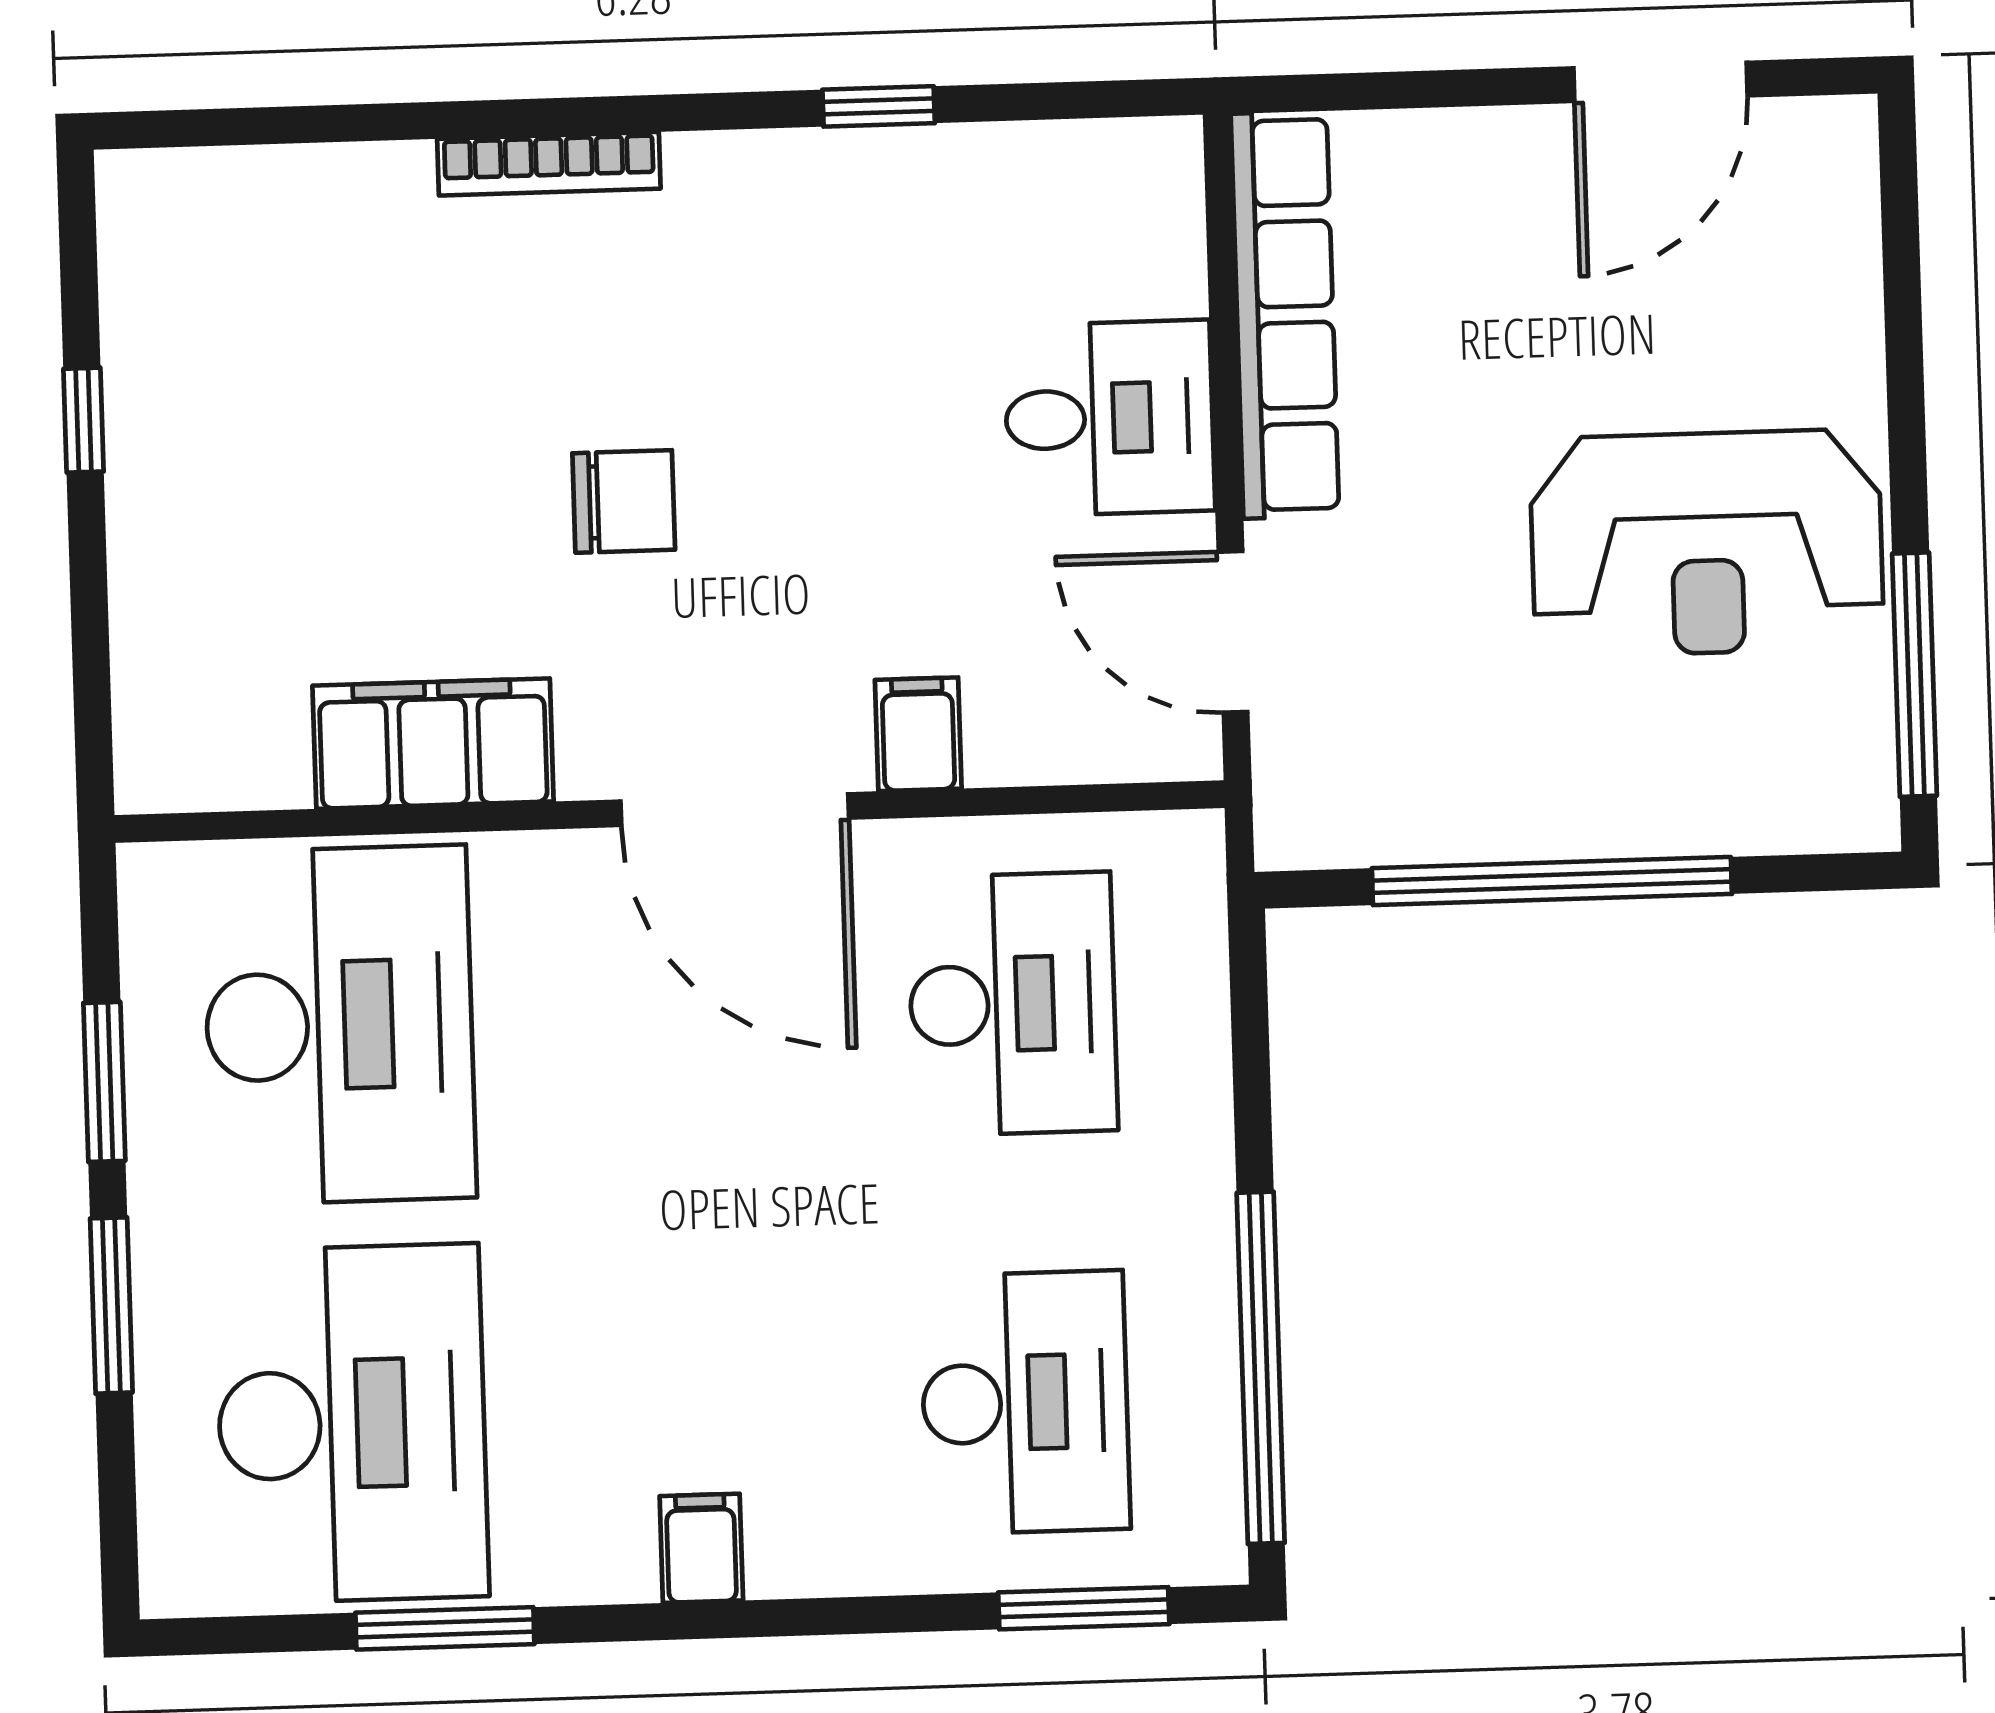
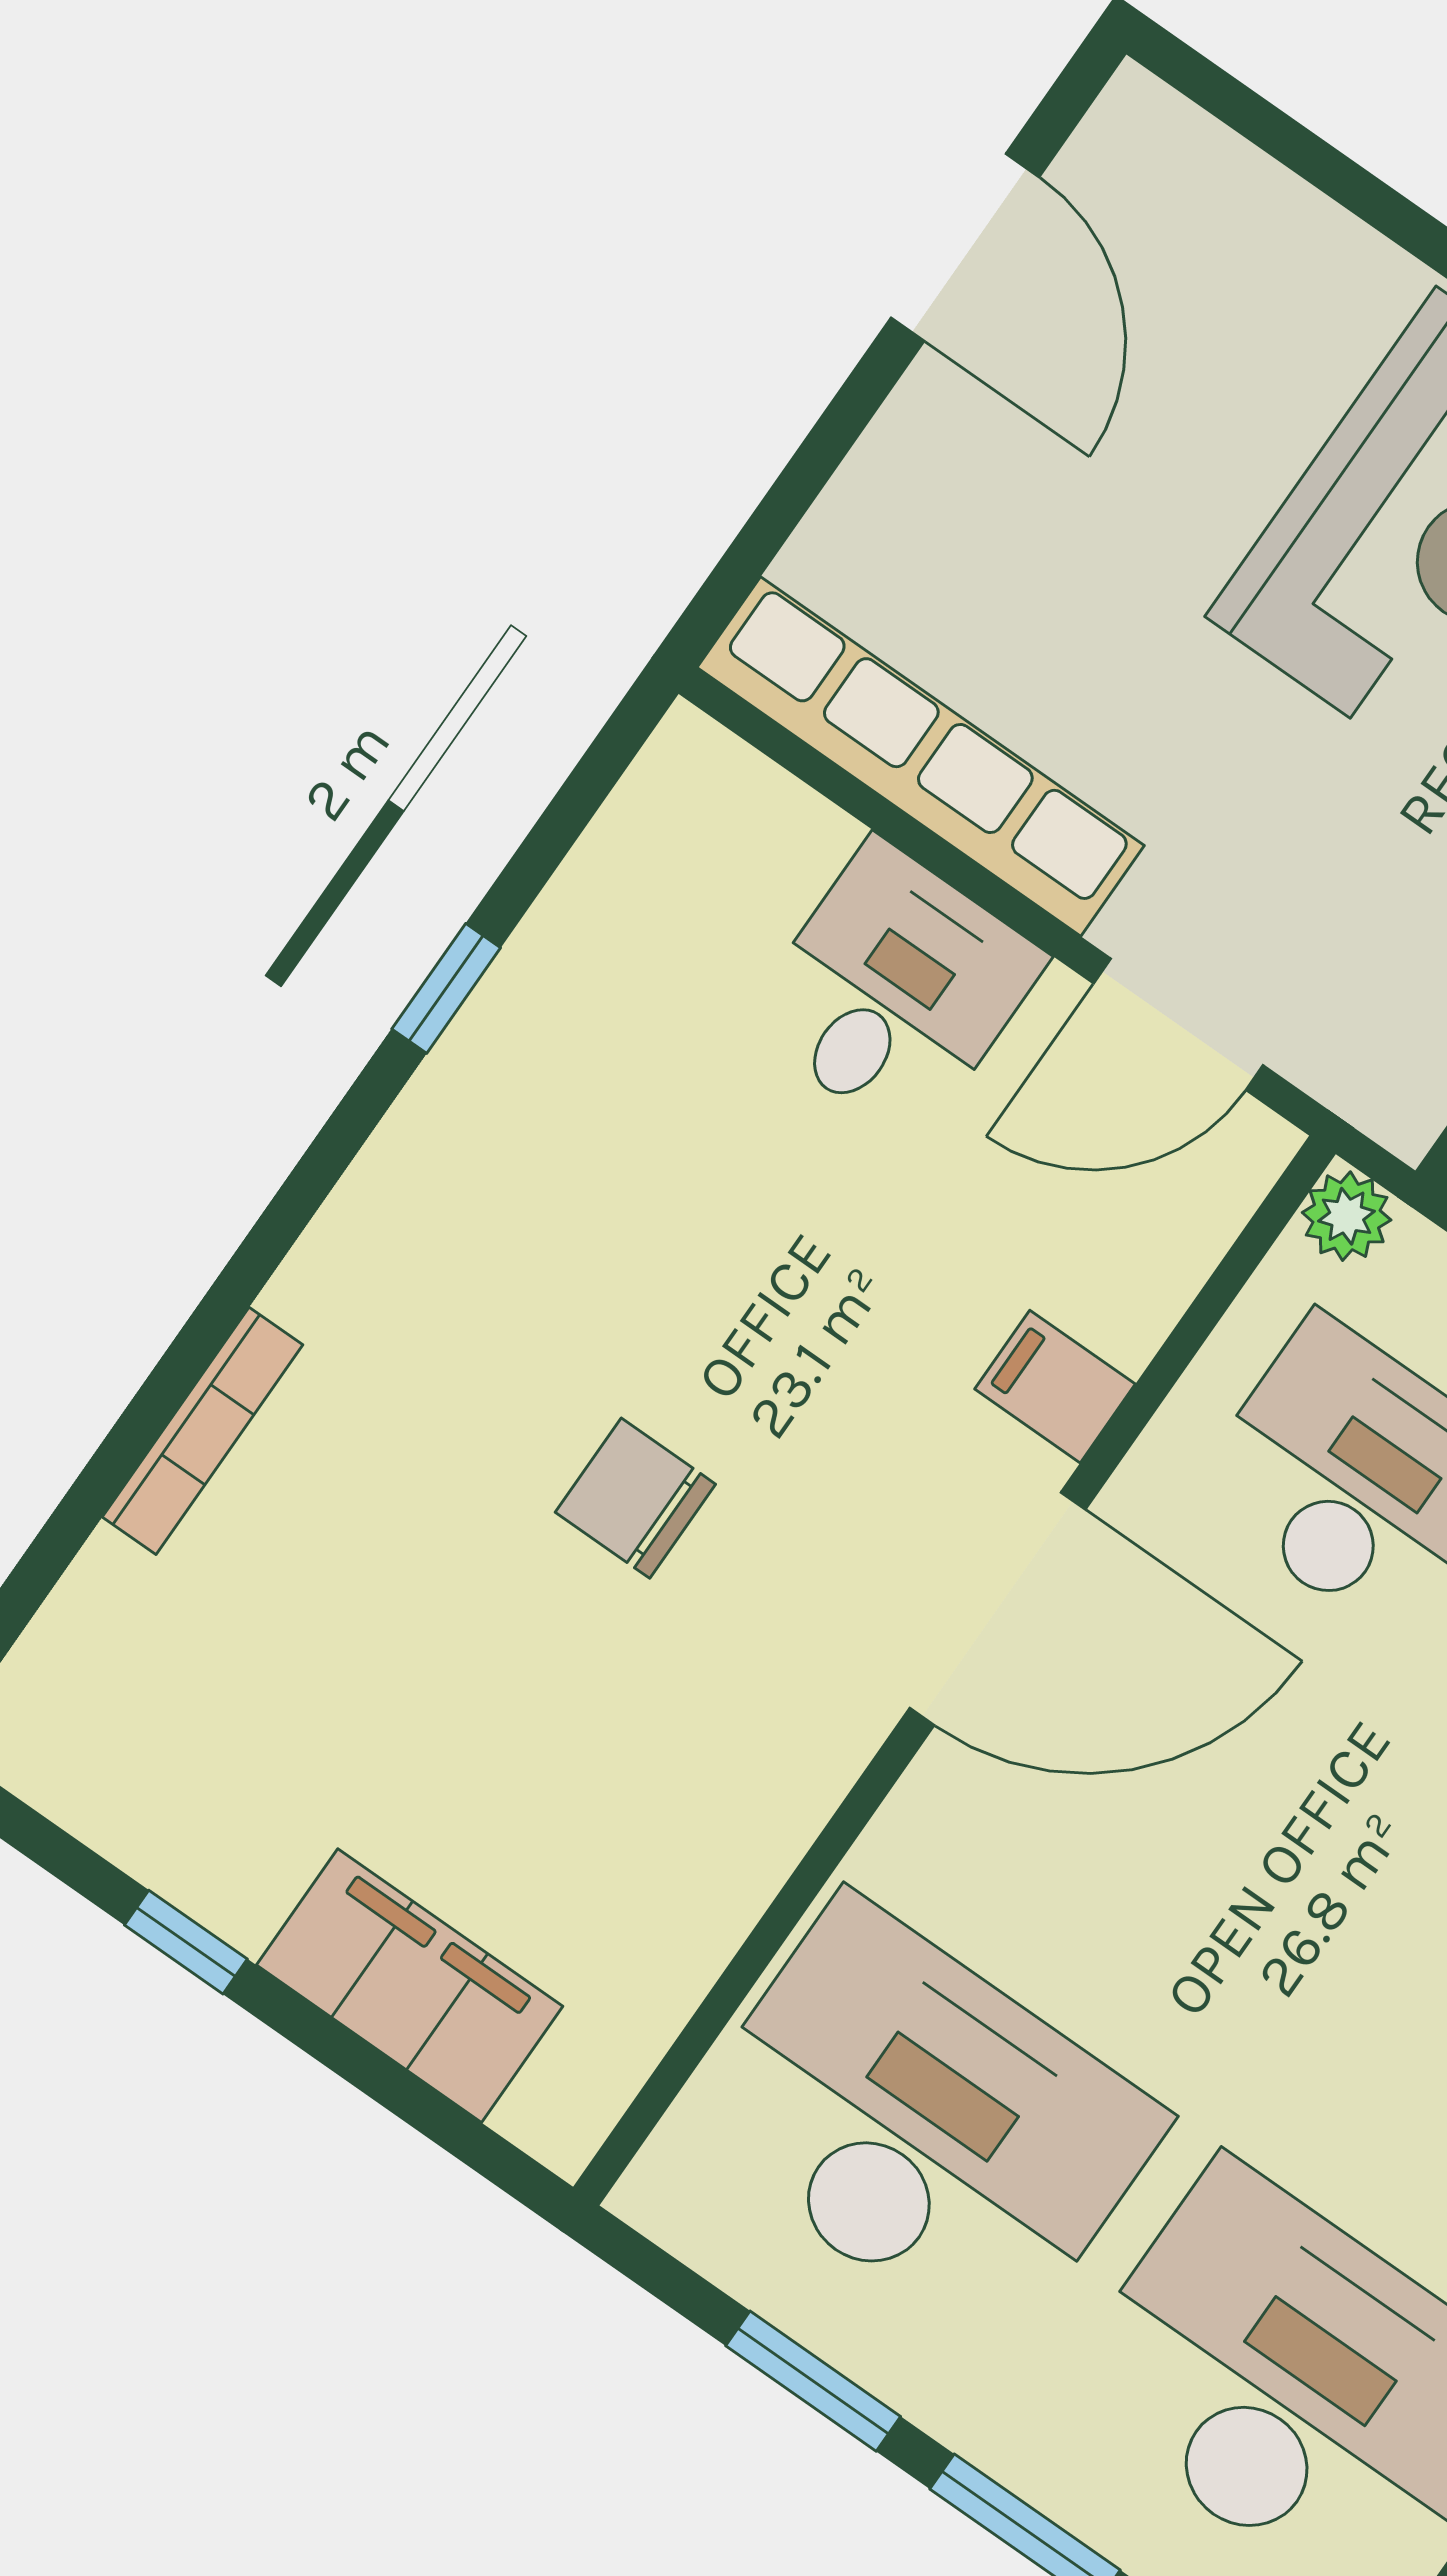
bookcase: (549, 164) -> (203, 1431), moved
chair: (624, 501) -> (635, 1498), turned -90
filing cabinet: (433, 744) -> (410, 1986), moved, turned 90
plant: (1187, 848) -> (1347, 1216), added

